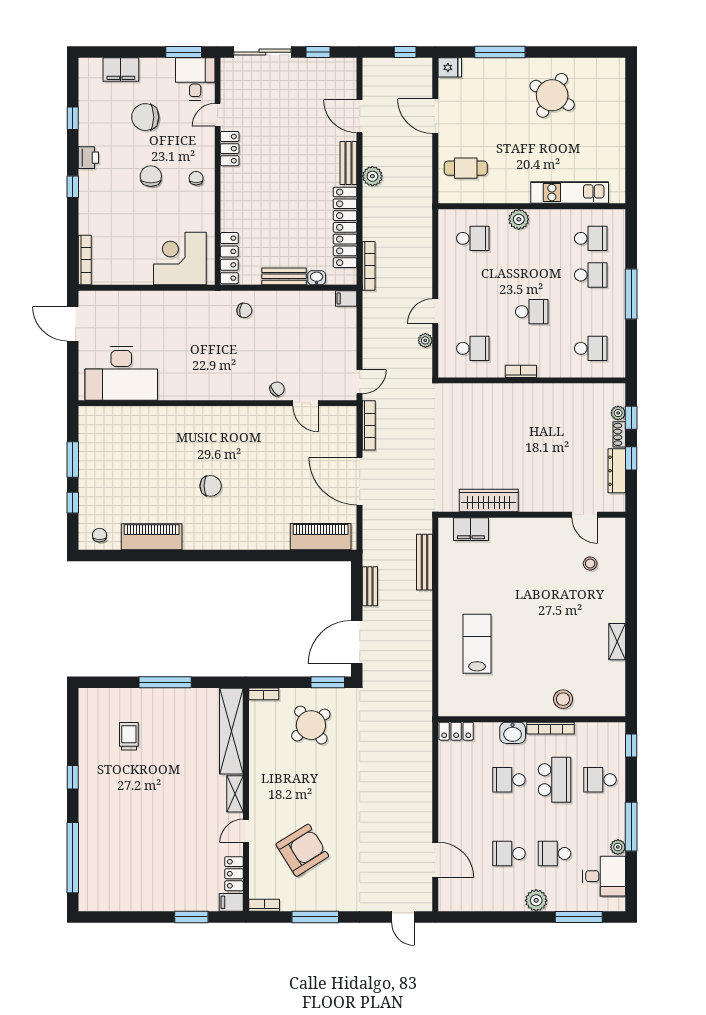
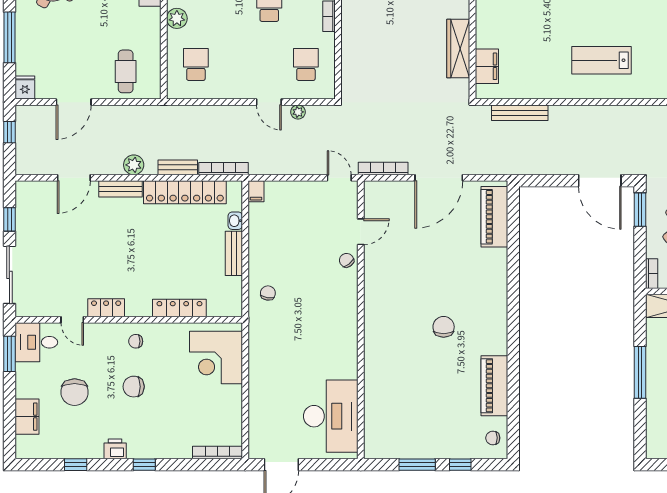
locker: (229, 258) -> (179, 308), moved
bench: (370, 586) -> (178, 167), moved

